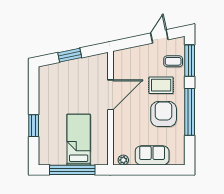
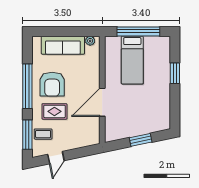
sofa: (152, 155) -> (63, 45), width x1.36

